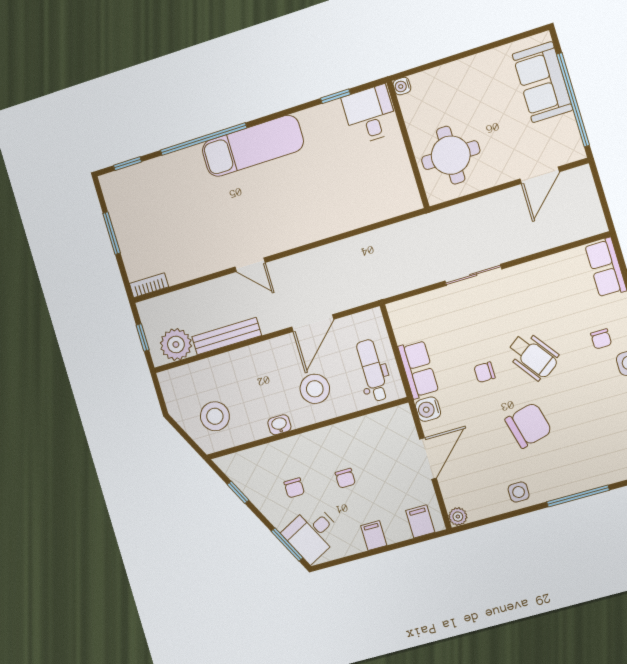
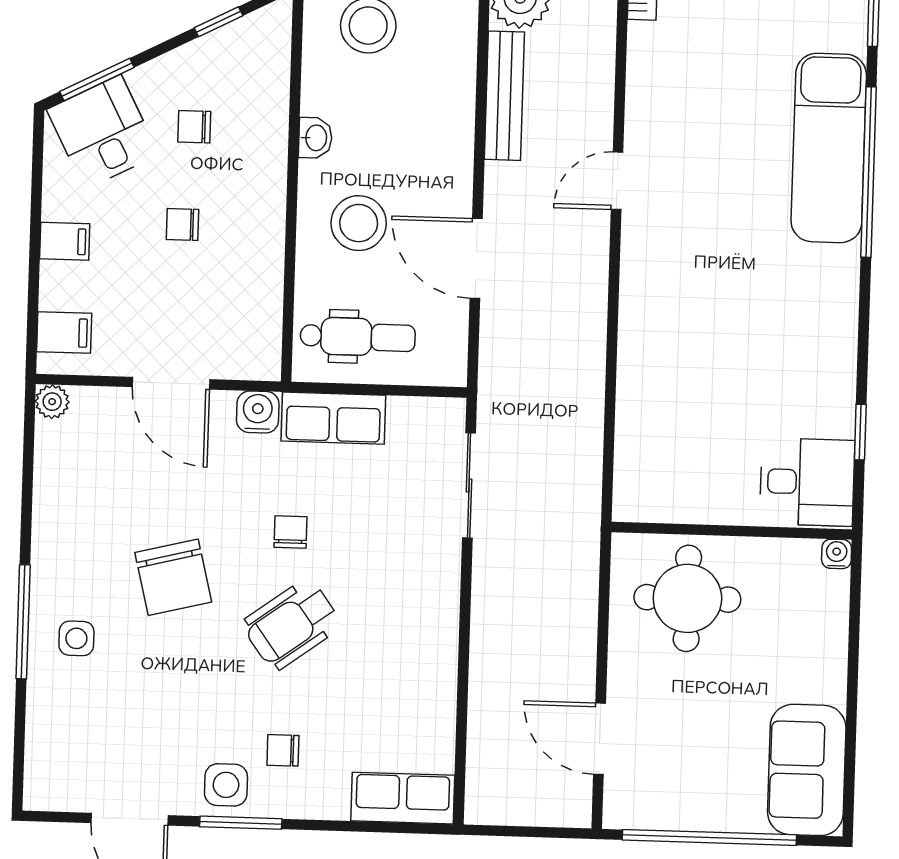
sofa: (542, 82) -> (807, 770), moved, turned -90
exam couch: (253, 146) -> (829, 148), moved
sliding door: (473, 275) -> (469, 485), moved
side table: (519, 492) -> (76, 638), moved

